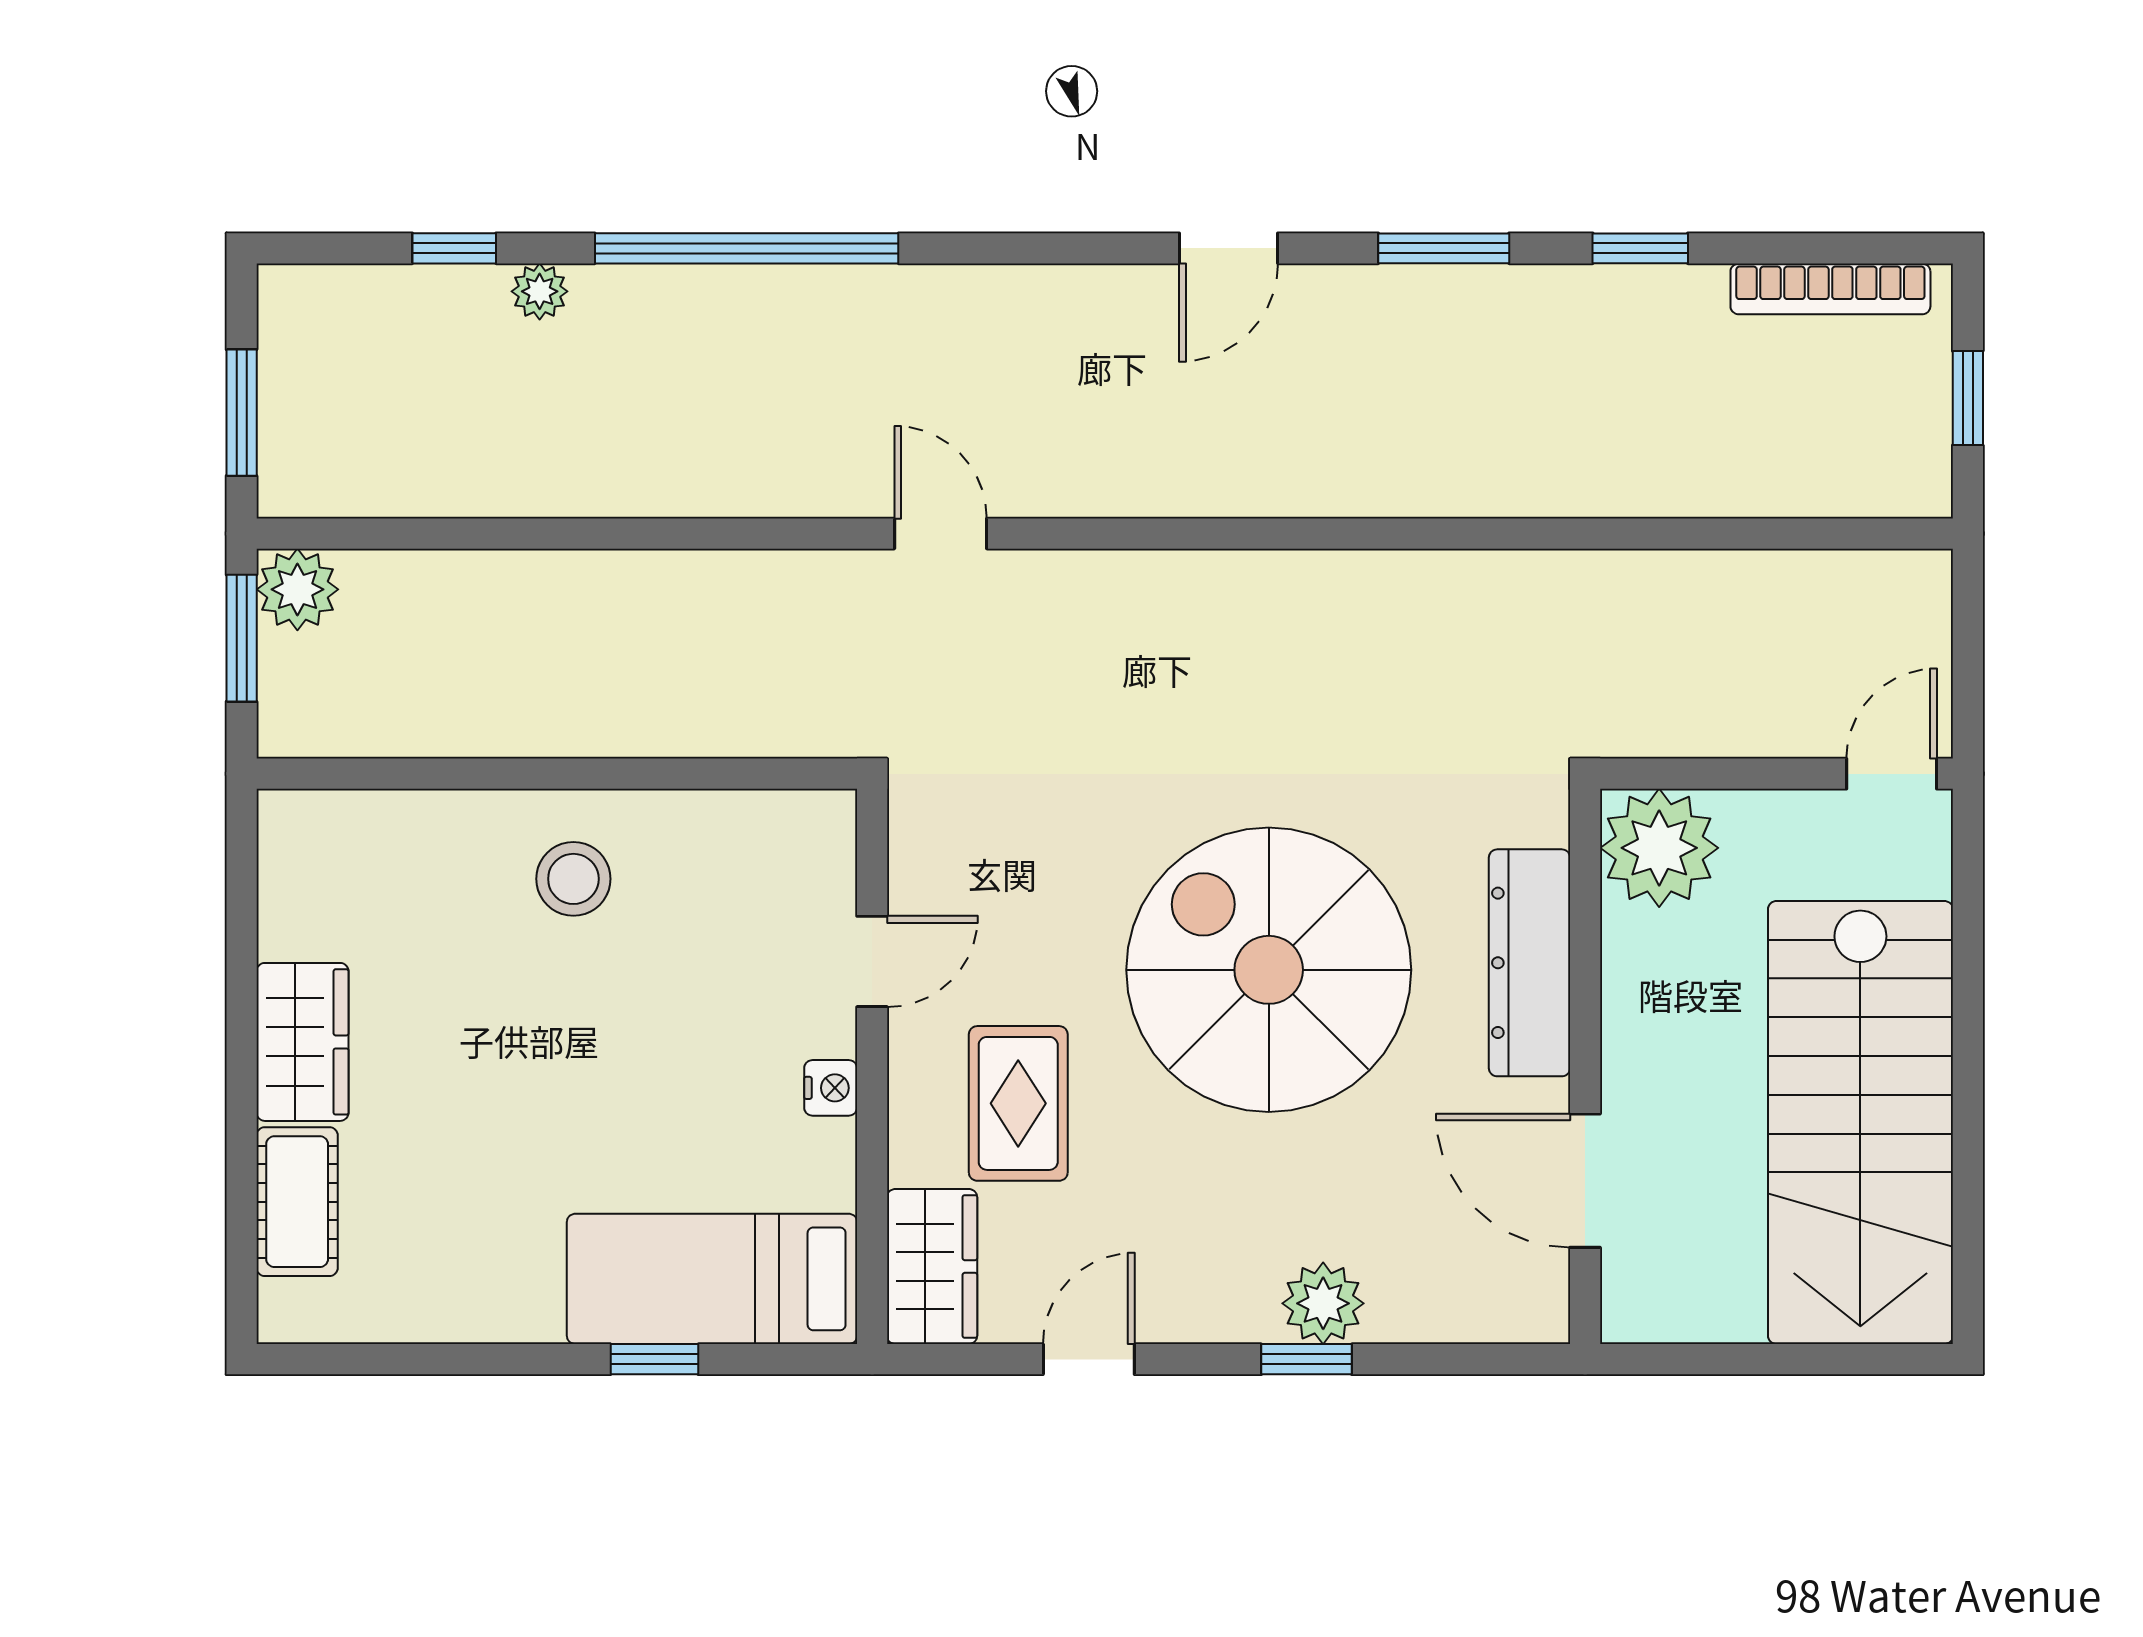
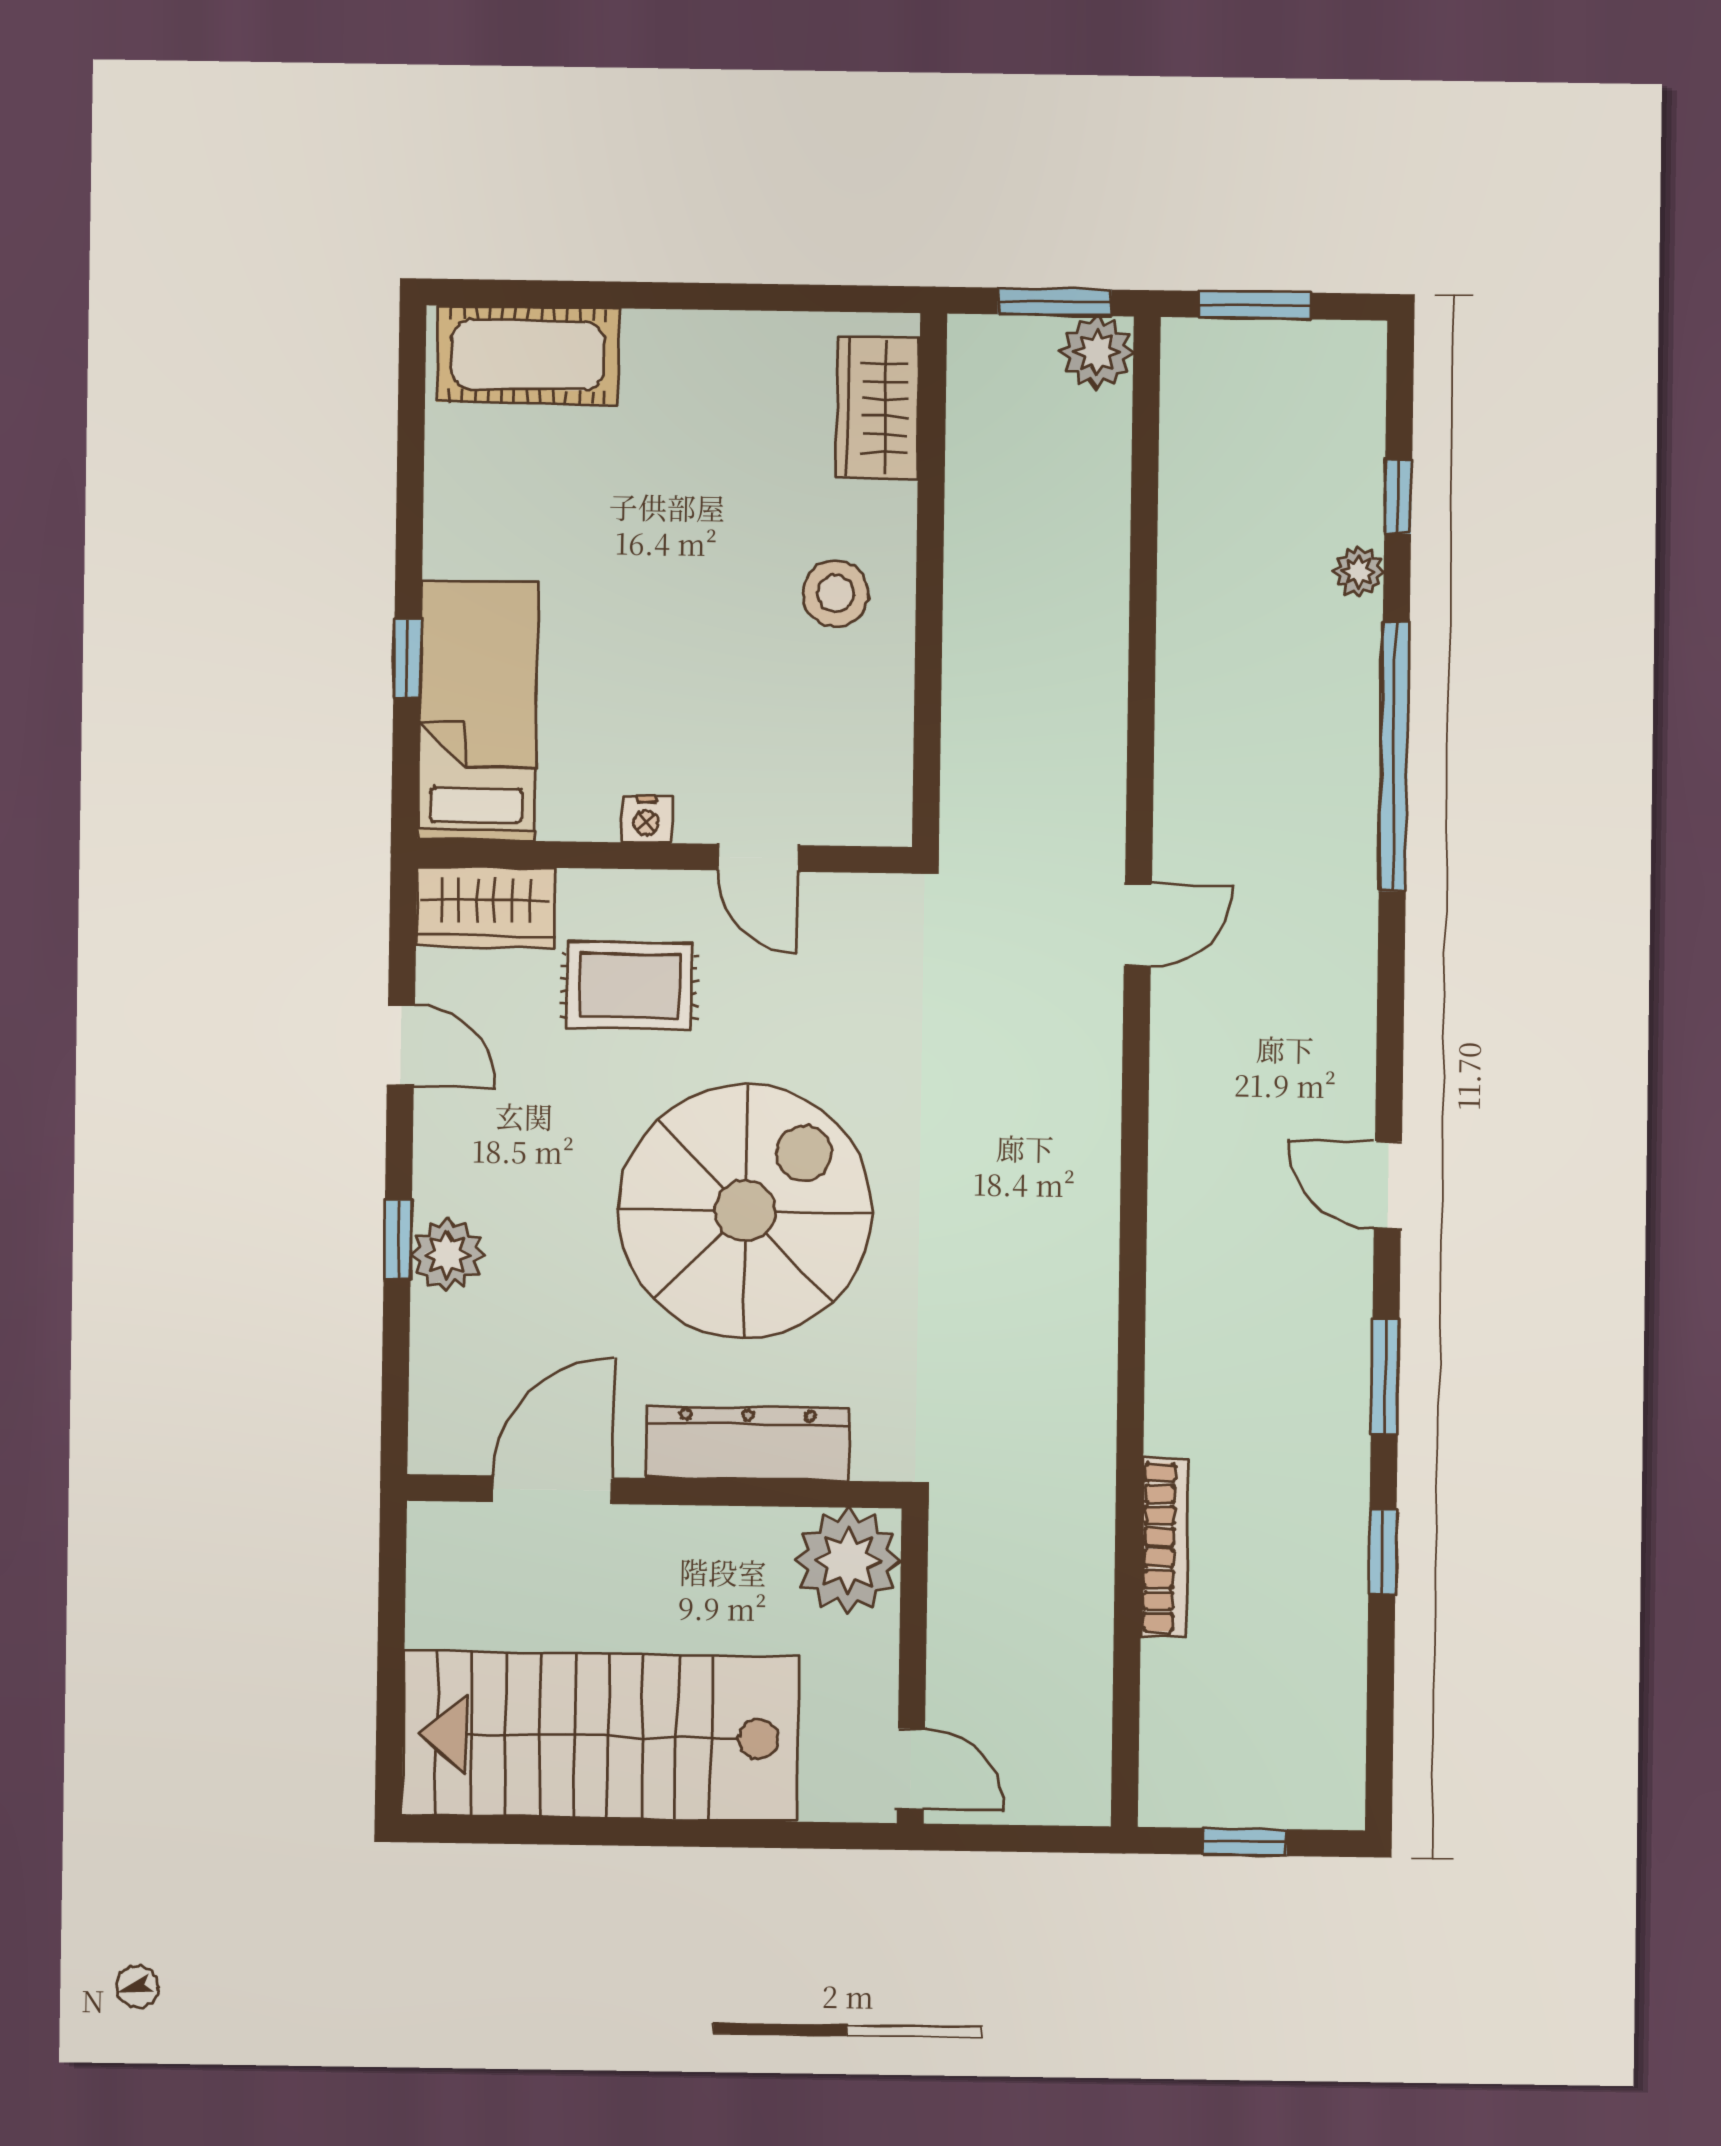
bookcase: (1830, 289) -> (1165, 1547), moved, turned 180
wardrobe: (302, 1042) -> (878, 408), moved, turned 90
cot: (297, 1202) -> (528, 355), width x1.37, depth x1.34

